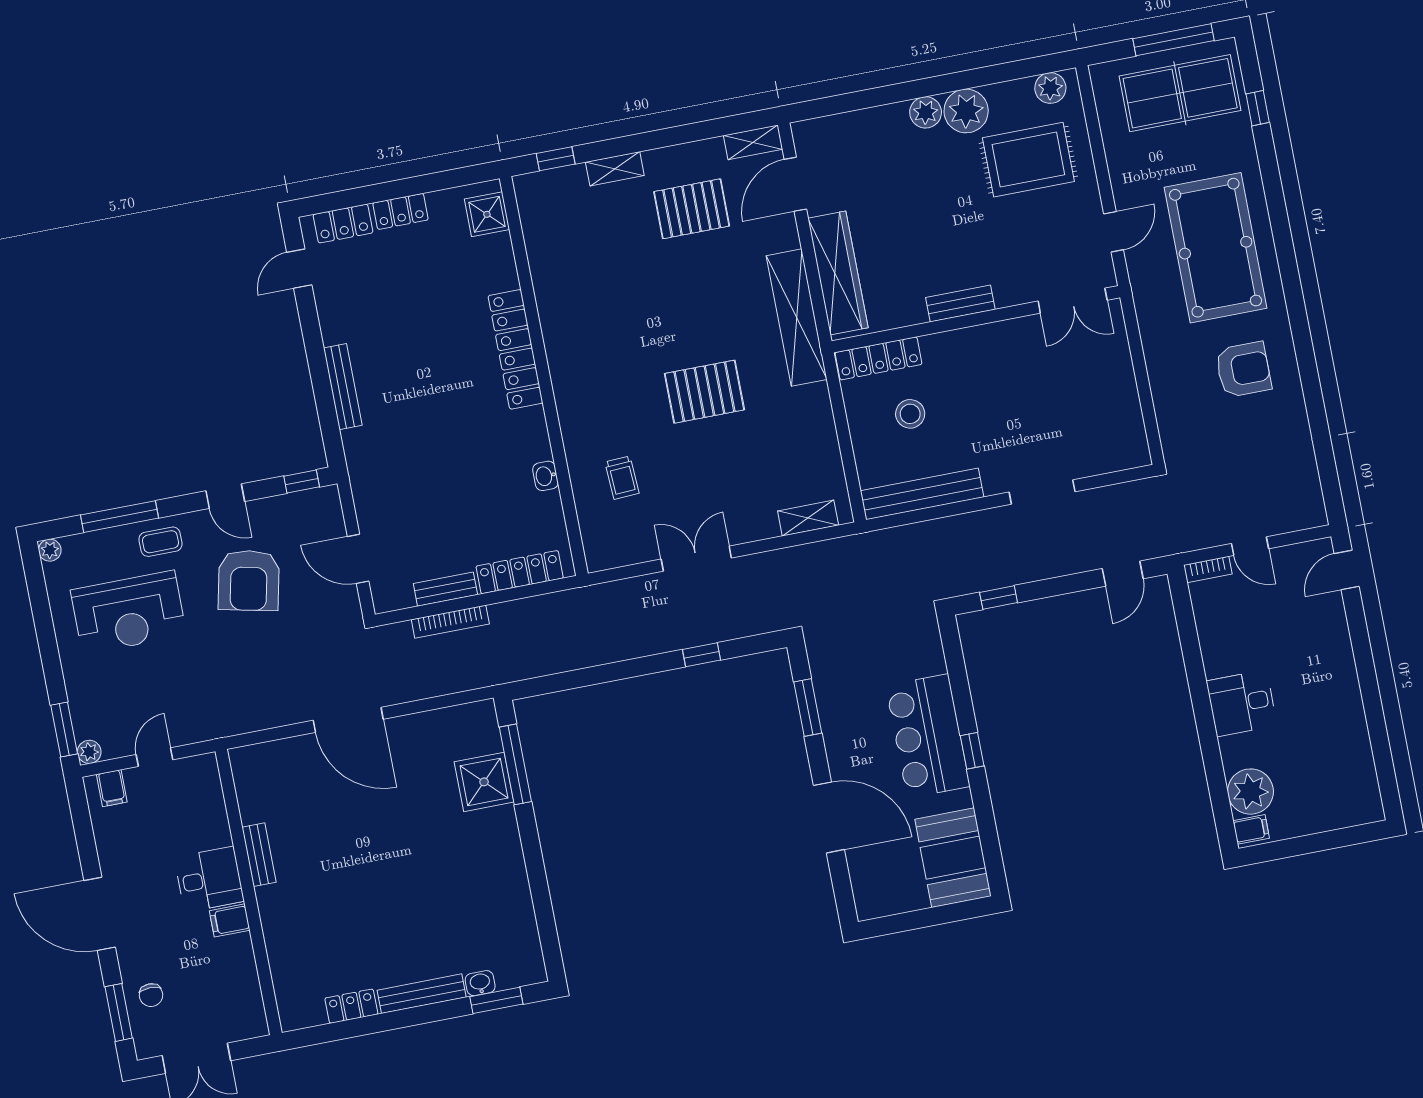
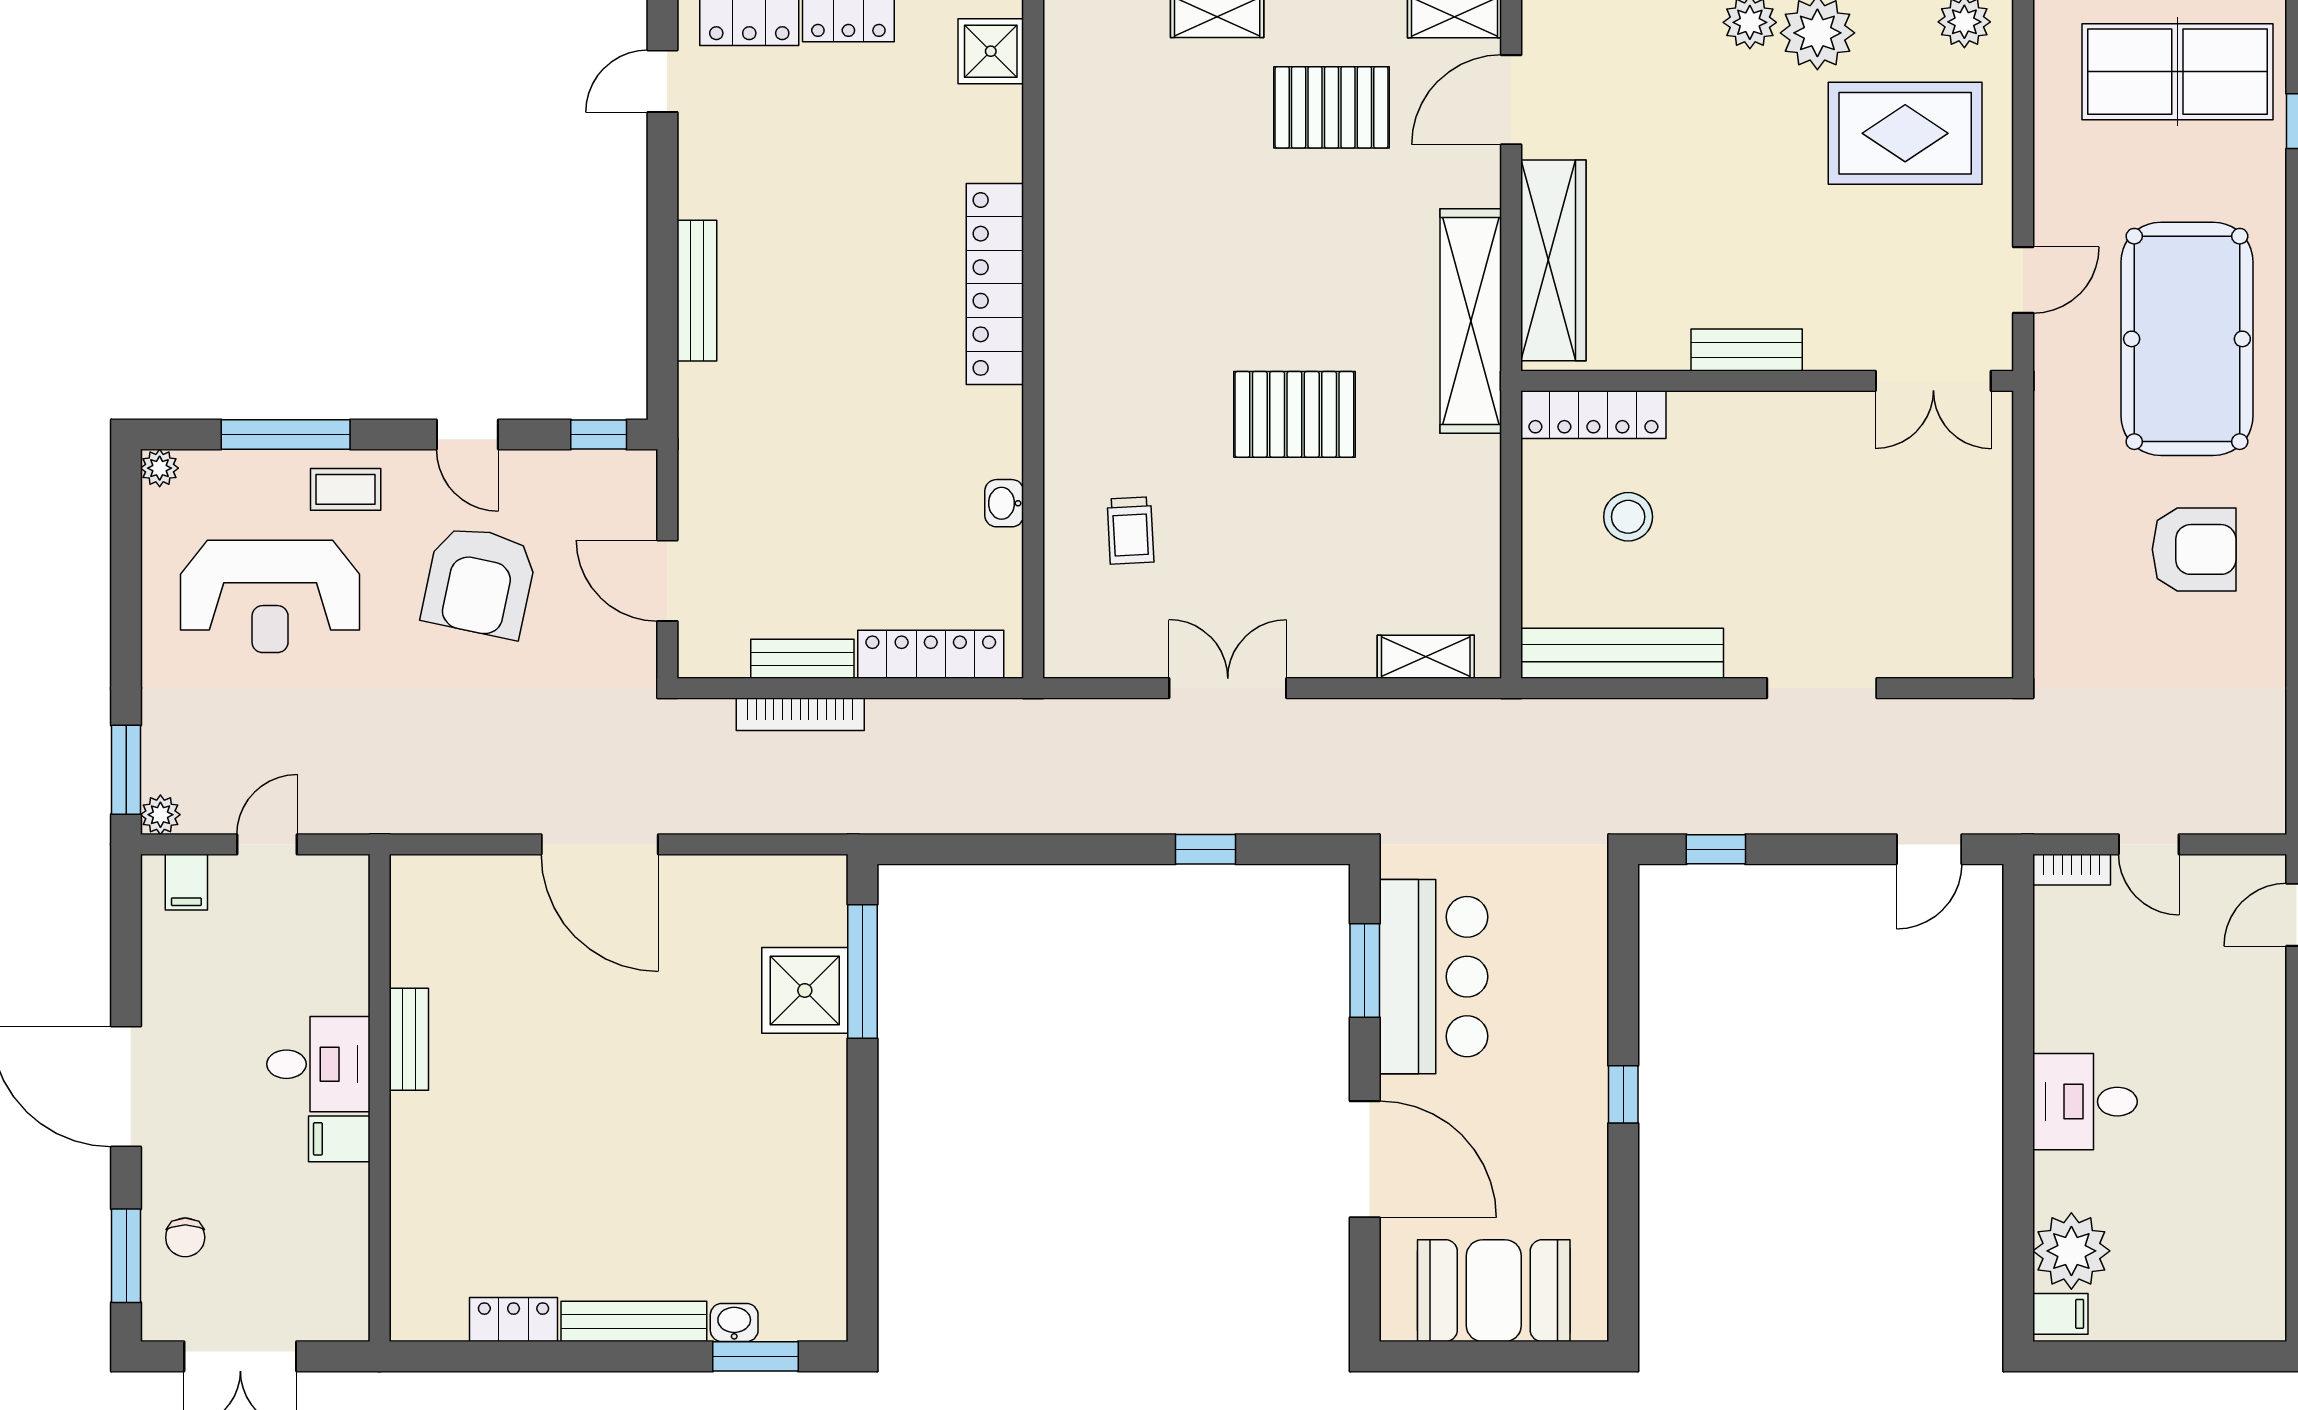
bar counter: (928, 736) -> (1433, 977), moved, turned 180
booth: (953, 858) -> (1494, 1291), moved, turned 90

